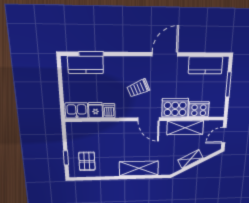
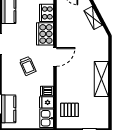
shelving: (185, 128) -> (63, 24), removed
pallet: (87, 161) -> (69, 110), moved
shelving: (139, 168) -> (101, 79), moved

